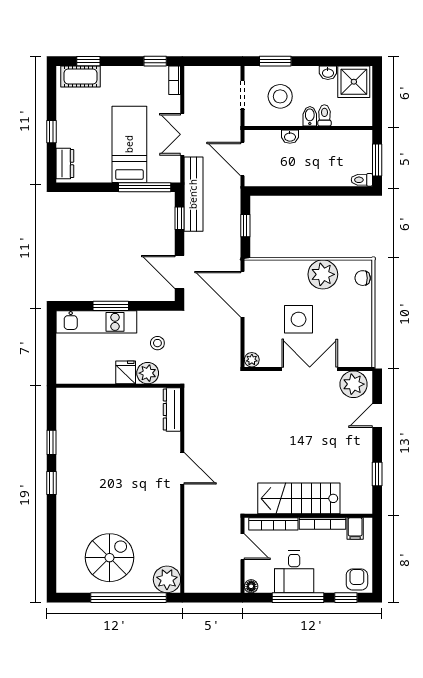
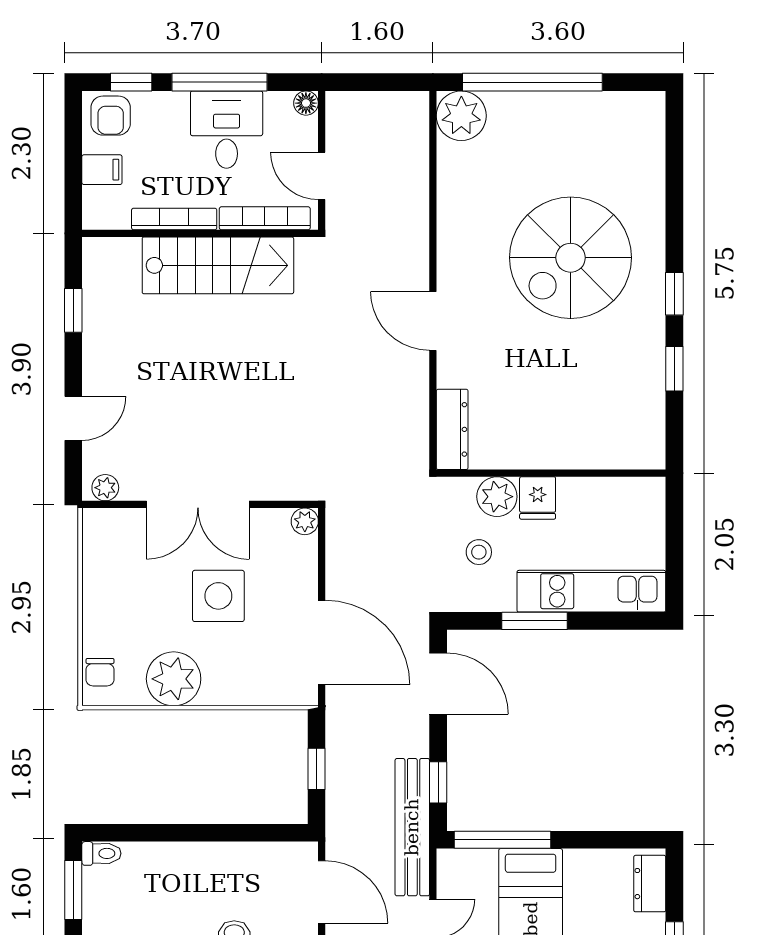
chair: (363, 278) -> (100, 672), turned 90
window: (111, 306) -> (534, 621), moved
plant: (354, 384) -> (105, 488), width x0.53, depth x0.53
filing cabinet: (355, 528) -> (102, 170), moved, turned 90
spiral stairs: (110, 558) -> (571, 258), moved, width x1.37, depth x1.37

